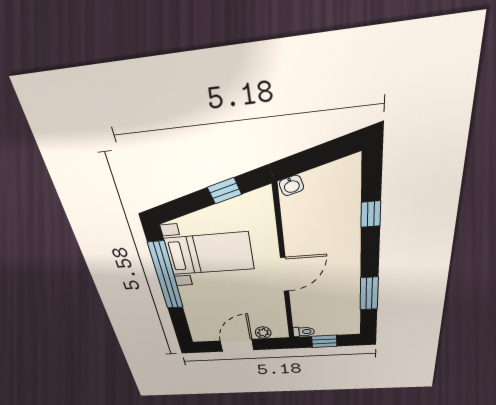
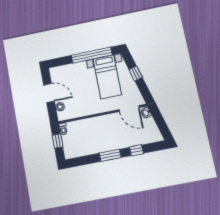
window: (224, 191) -> (136, 74), moved
door: (285, 275) -> (129, 109), moved
window: (369, 294) -> (110, 155), moved

